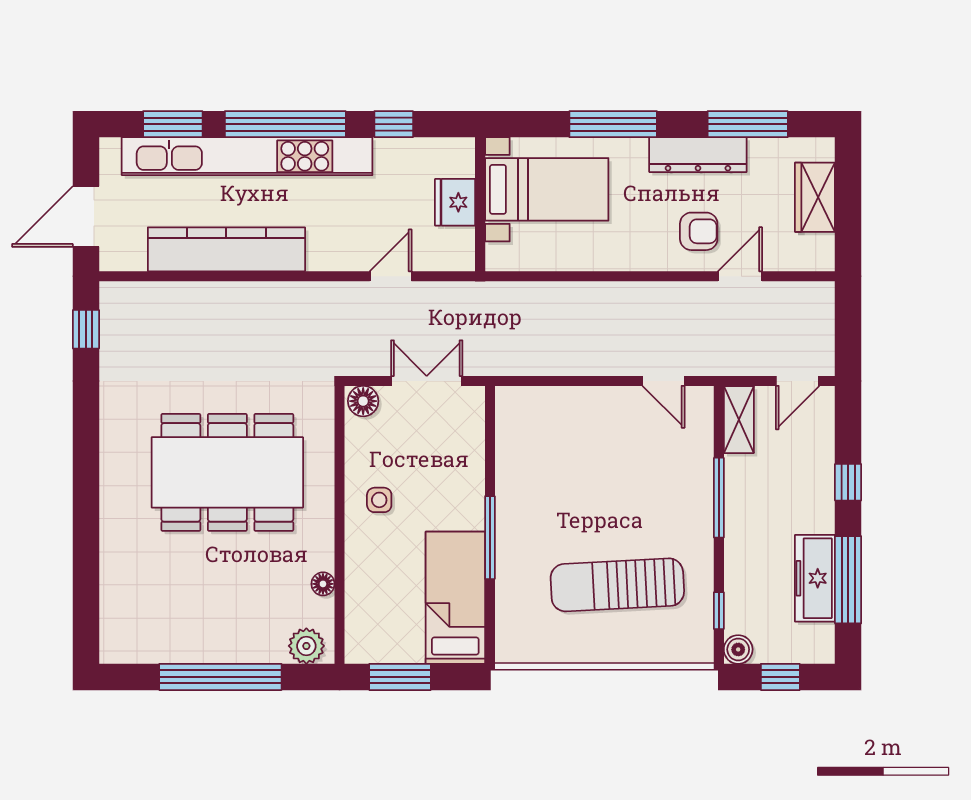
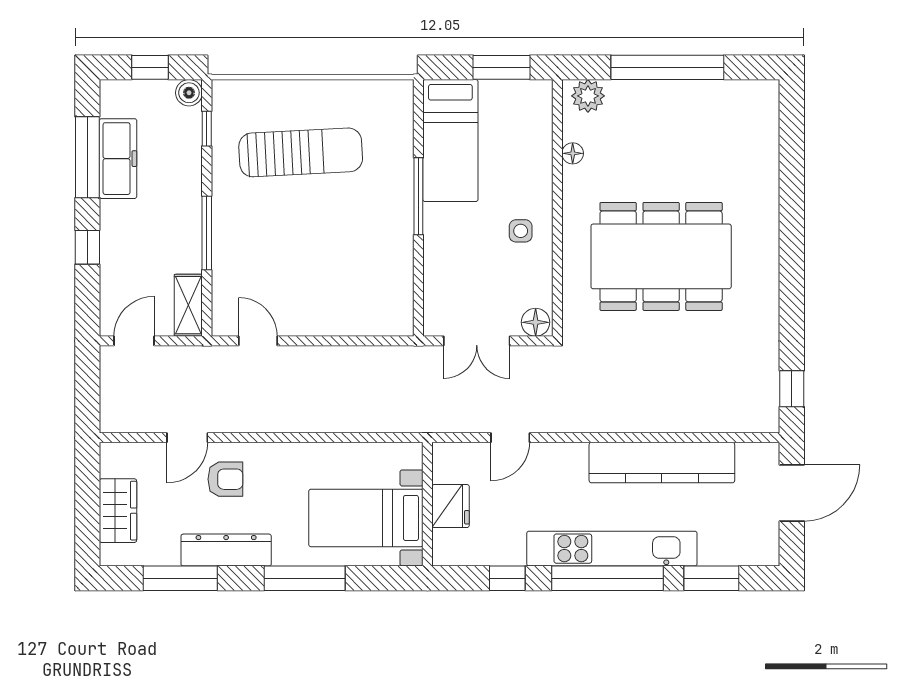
kitchen unit: (247, 156) -> (612, 549), width x0.73
armchair: (699, 231) -> (225, 479), turned 180

